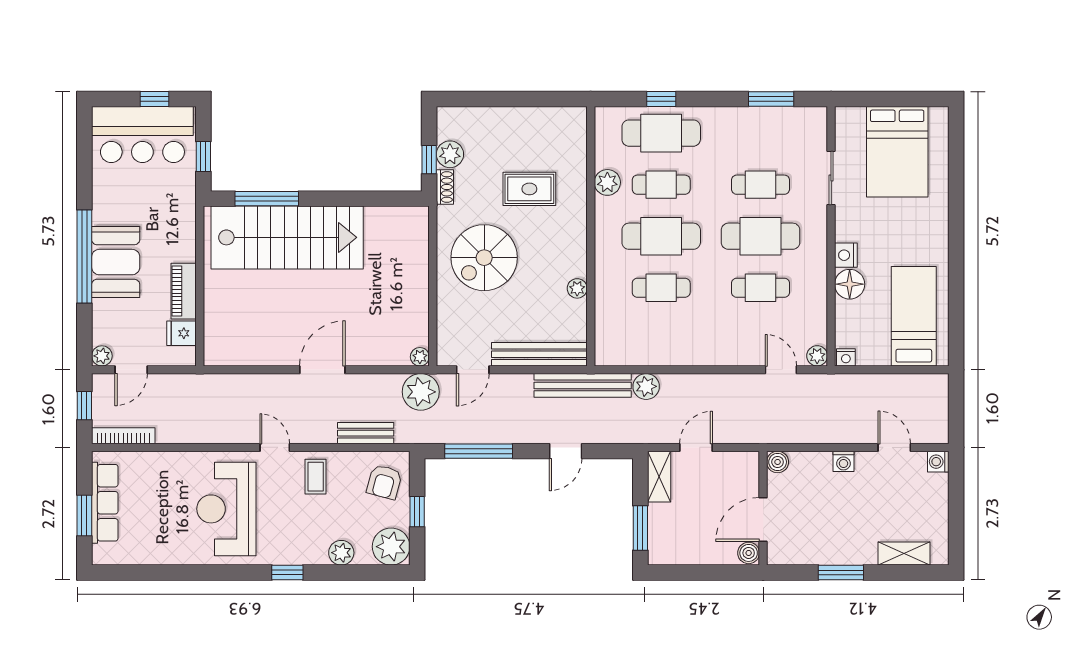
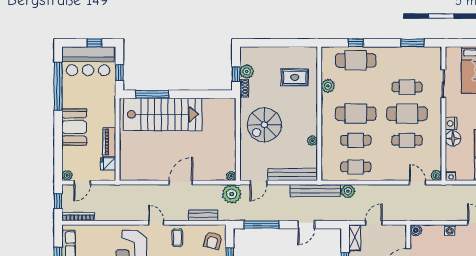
cafe table: (661, 185) -> (356, 167), moved
rug: (529, 189) -> (295, 77), moved
window: (84, 257) -> (58, 86), moved

